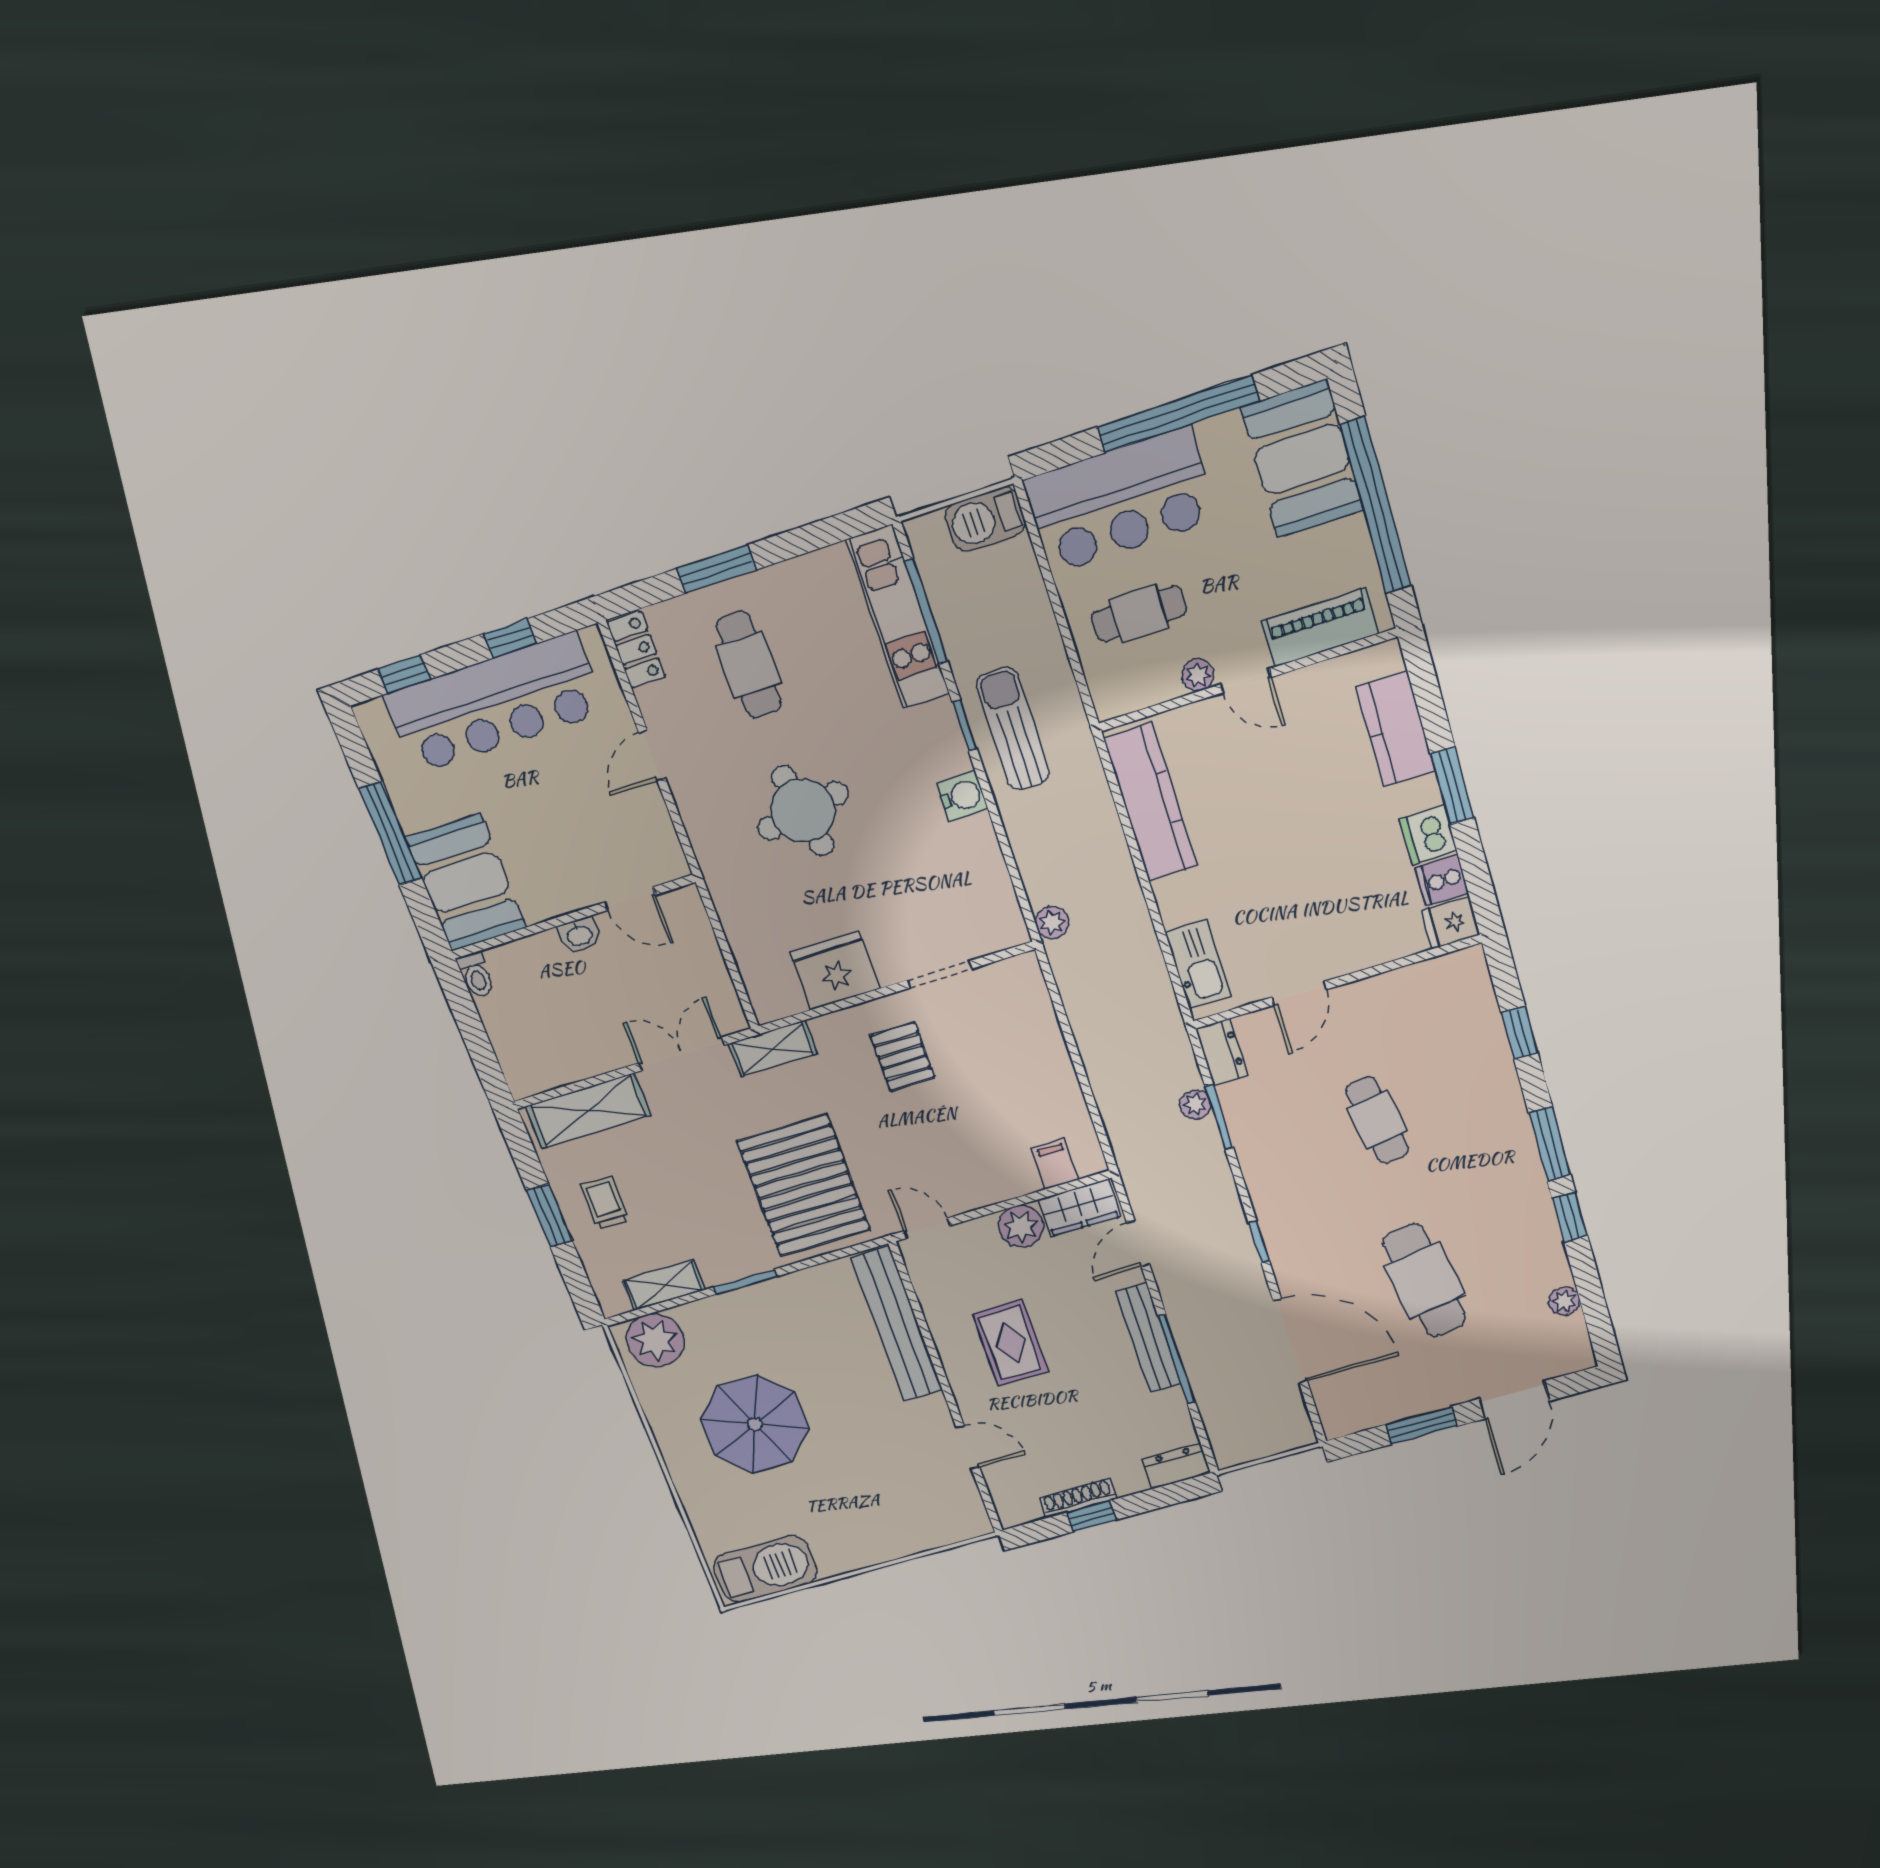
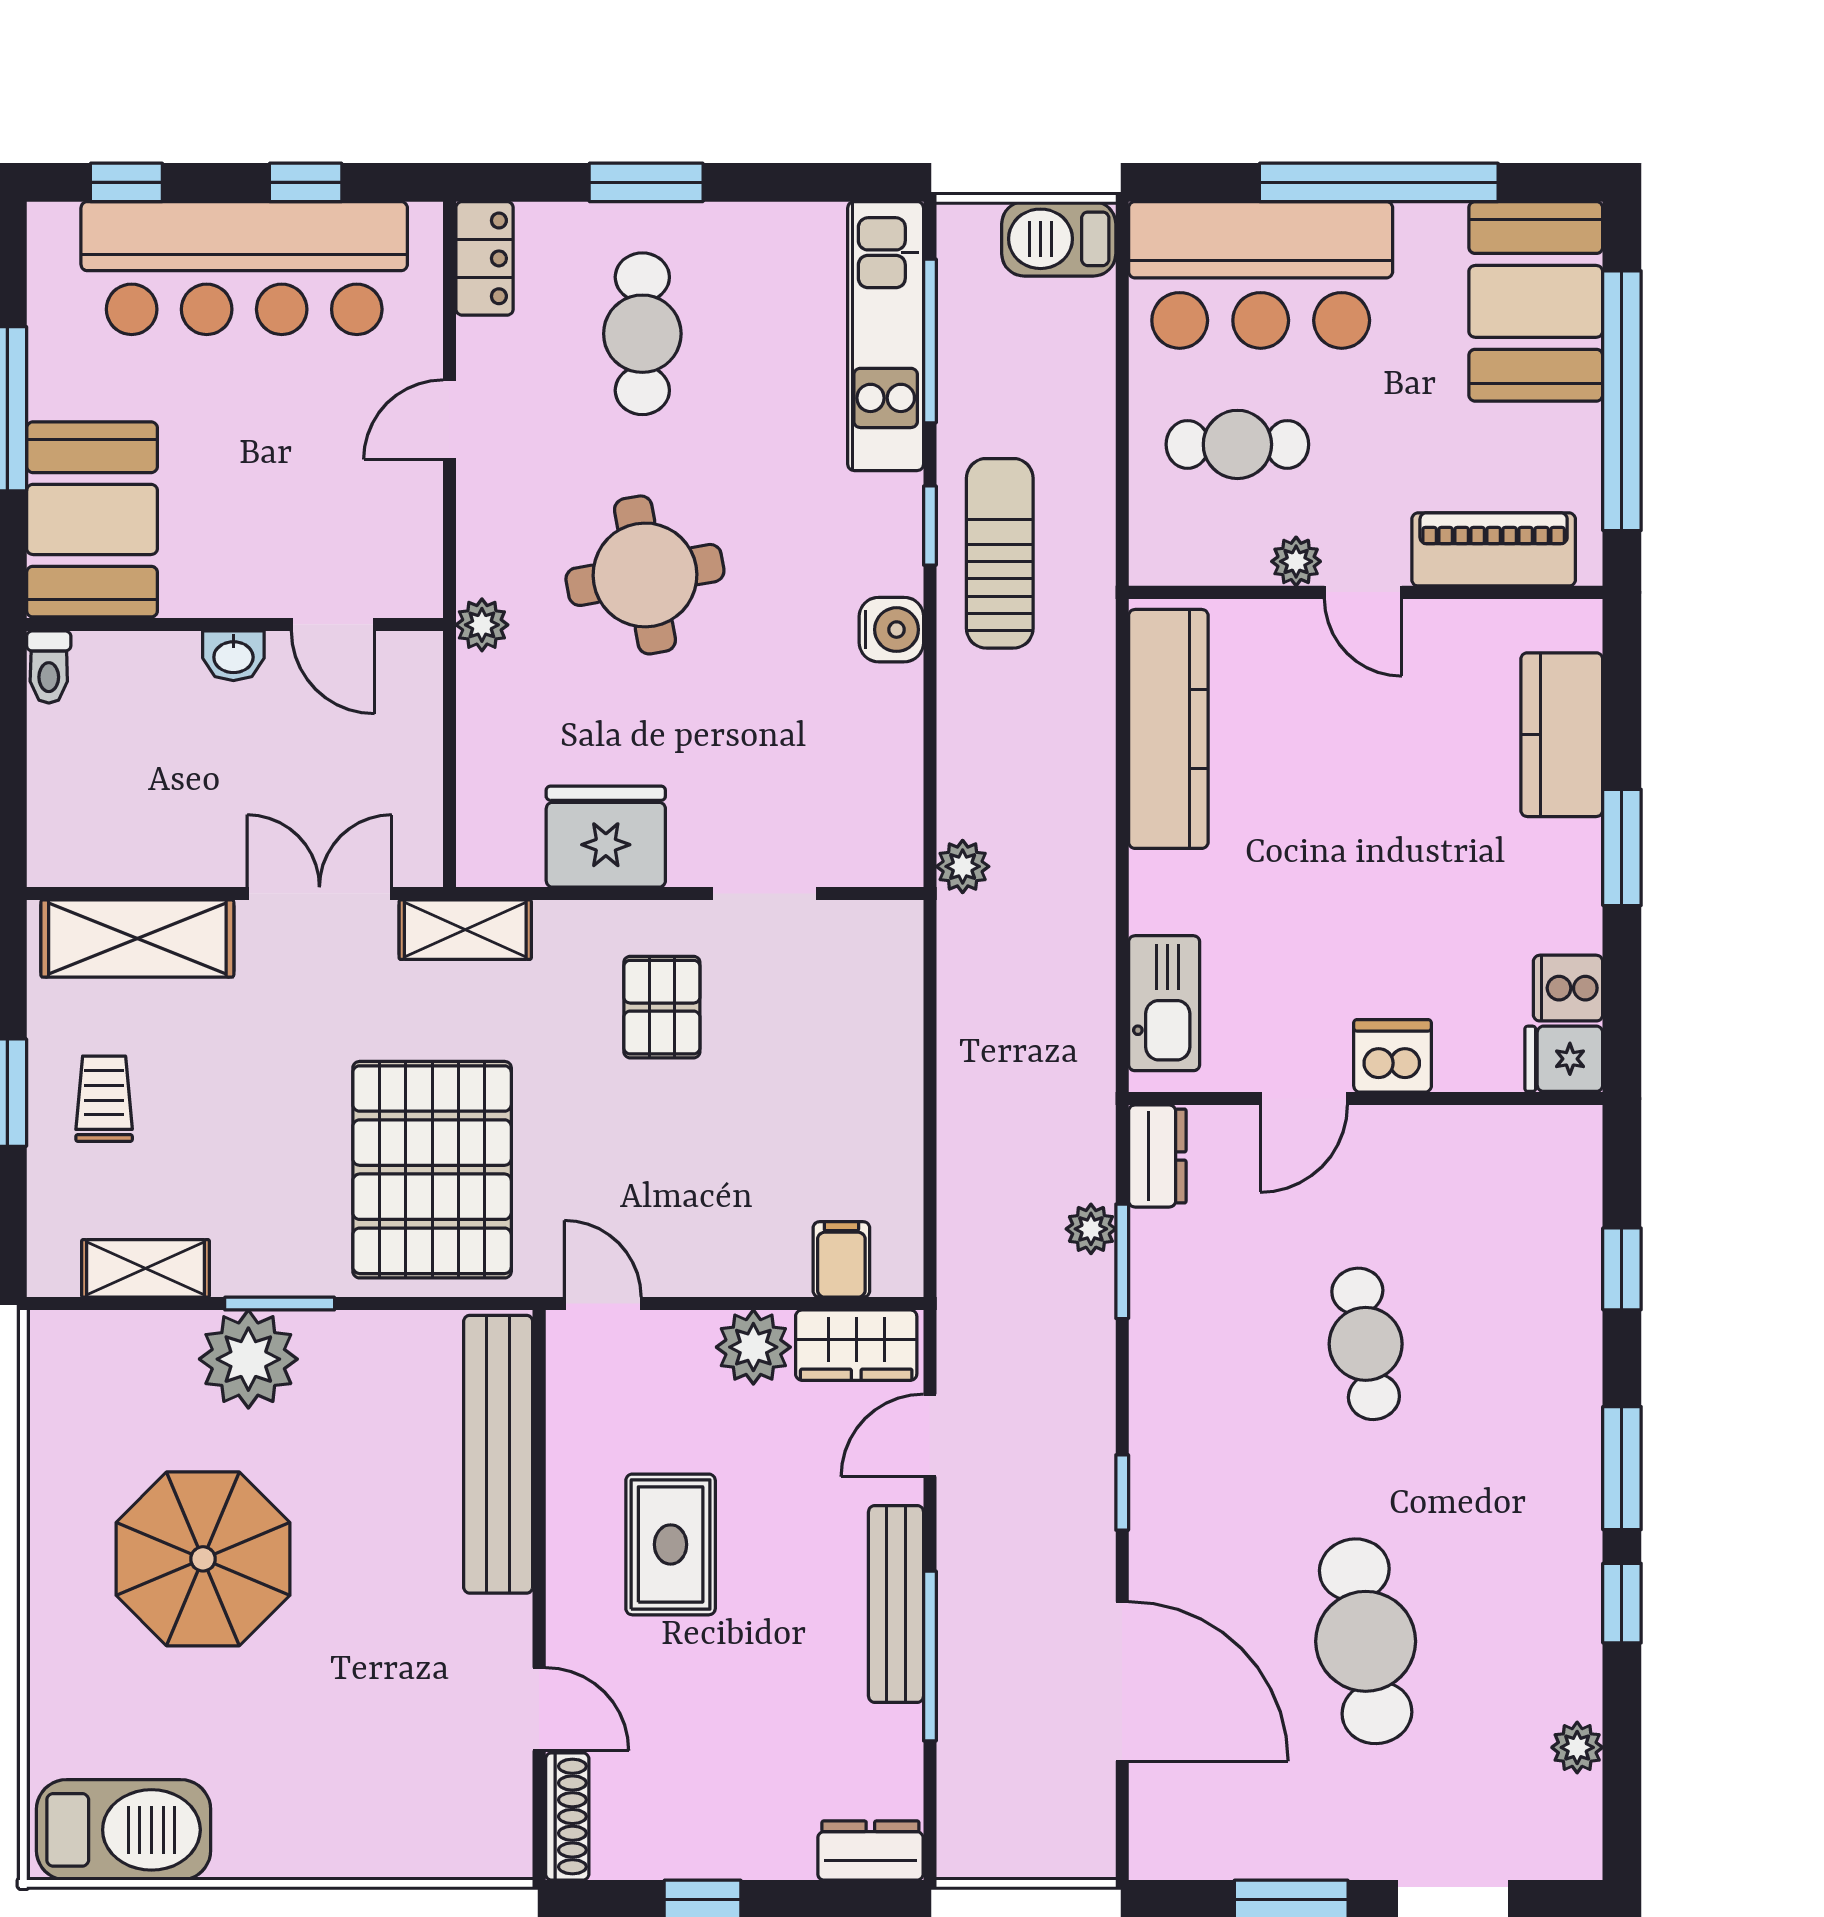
dishwasher: (1428, 835) -> (1393, 1056), moved, turned 90
plant: (717, 871) -> (482, 625), added
plant: (655, 1340) -> (248, 1359), moved
shoe rack: (1078, 1498) -> (567, 1816), moved, turned 90

